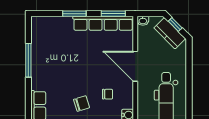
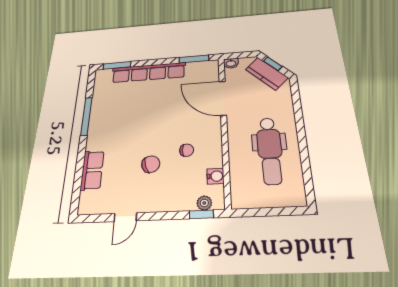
window: (74, 14) -> (117, 65), moved
row of seats: (103, 23) -> (149, 72), moved
door: (135, 66) -> (223, 98), moved

